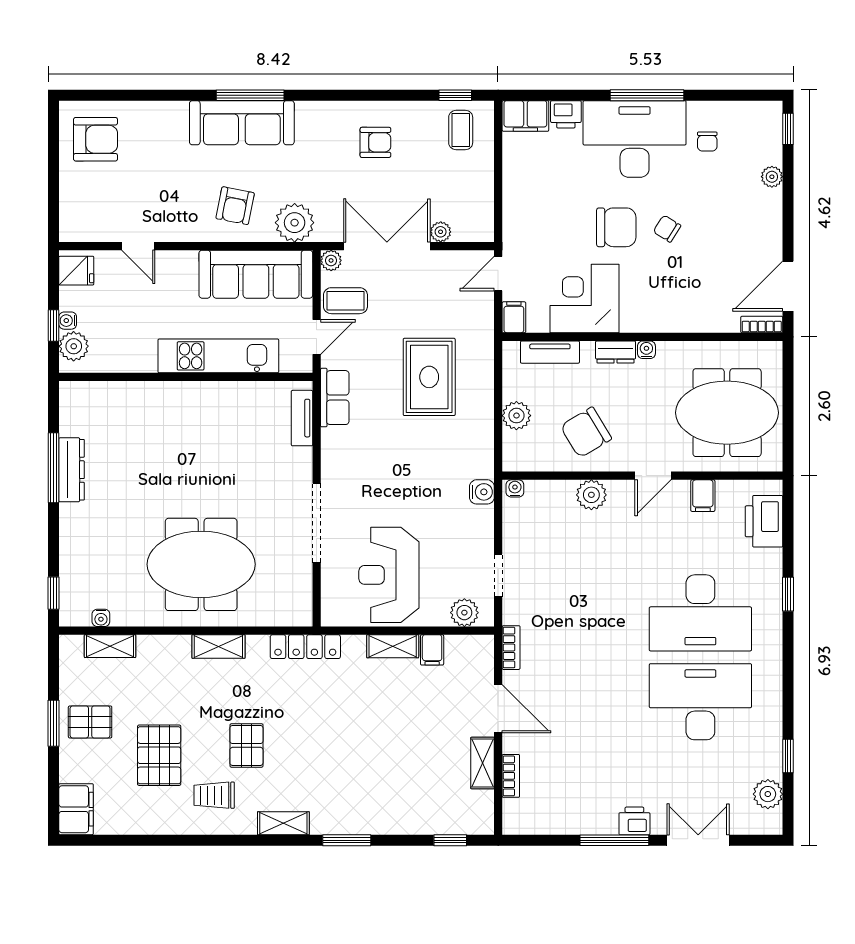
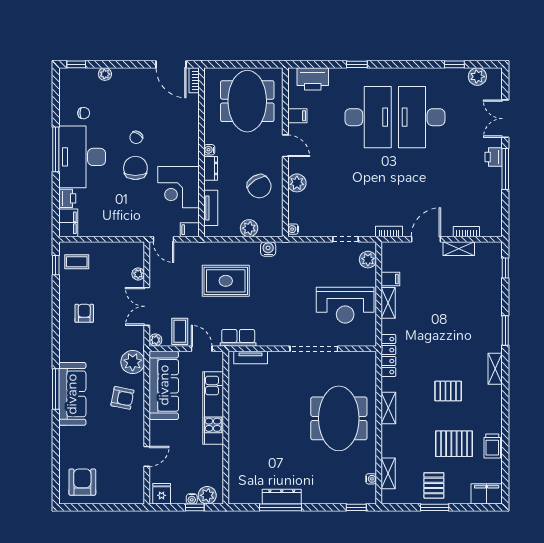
double door: (387, 246) -> (147, 306), width x0.73
water cooler: (482, 492) -> (268, 249), moved
trolley: (214, 795) -> (492, 446), moved

